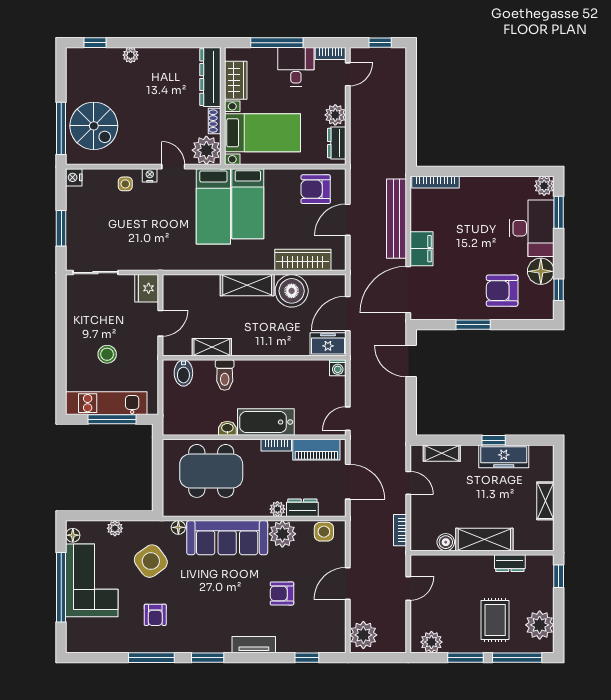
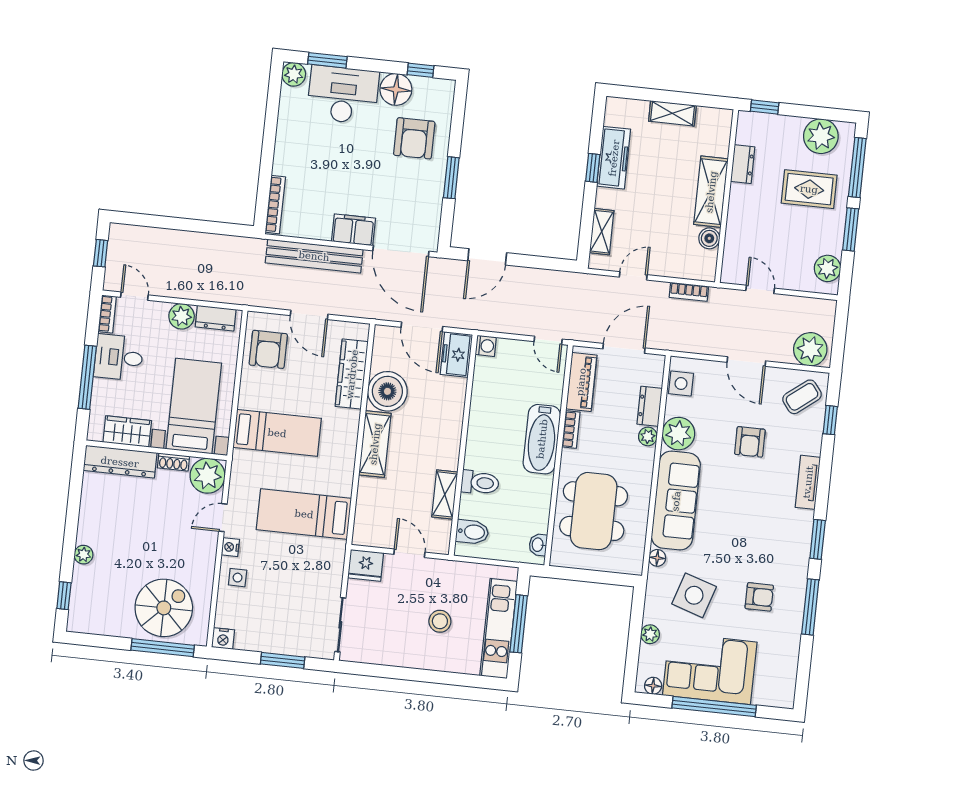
bed: (213, 206) -> (304, 514), moved, turned 180
washbasin: (227, 428) -> (538, 545), moved
side table: (151, 561) -> (694, 595), turned -36
coffee table: (324, 632) -> (802, 397), added

